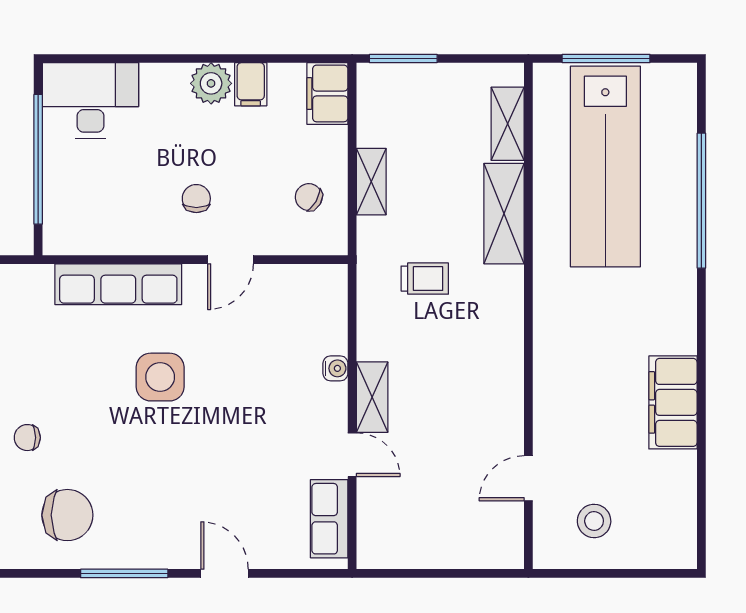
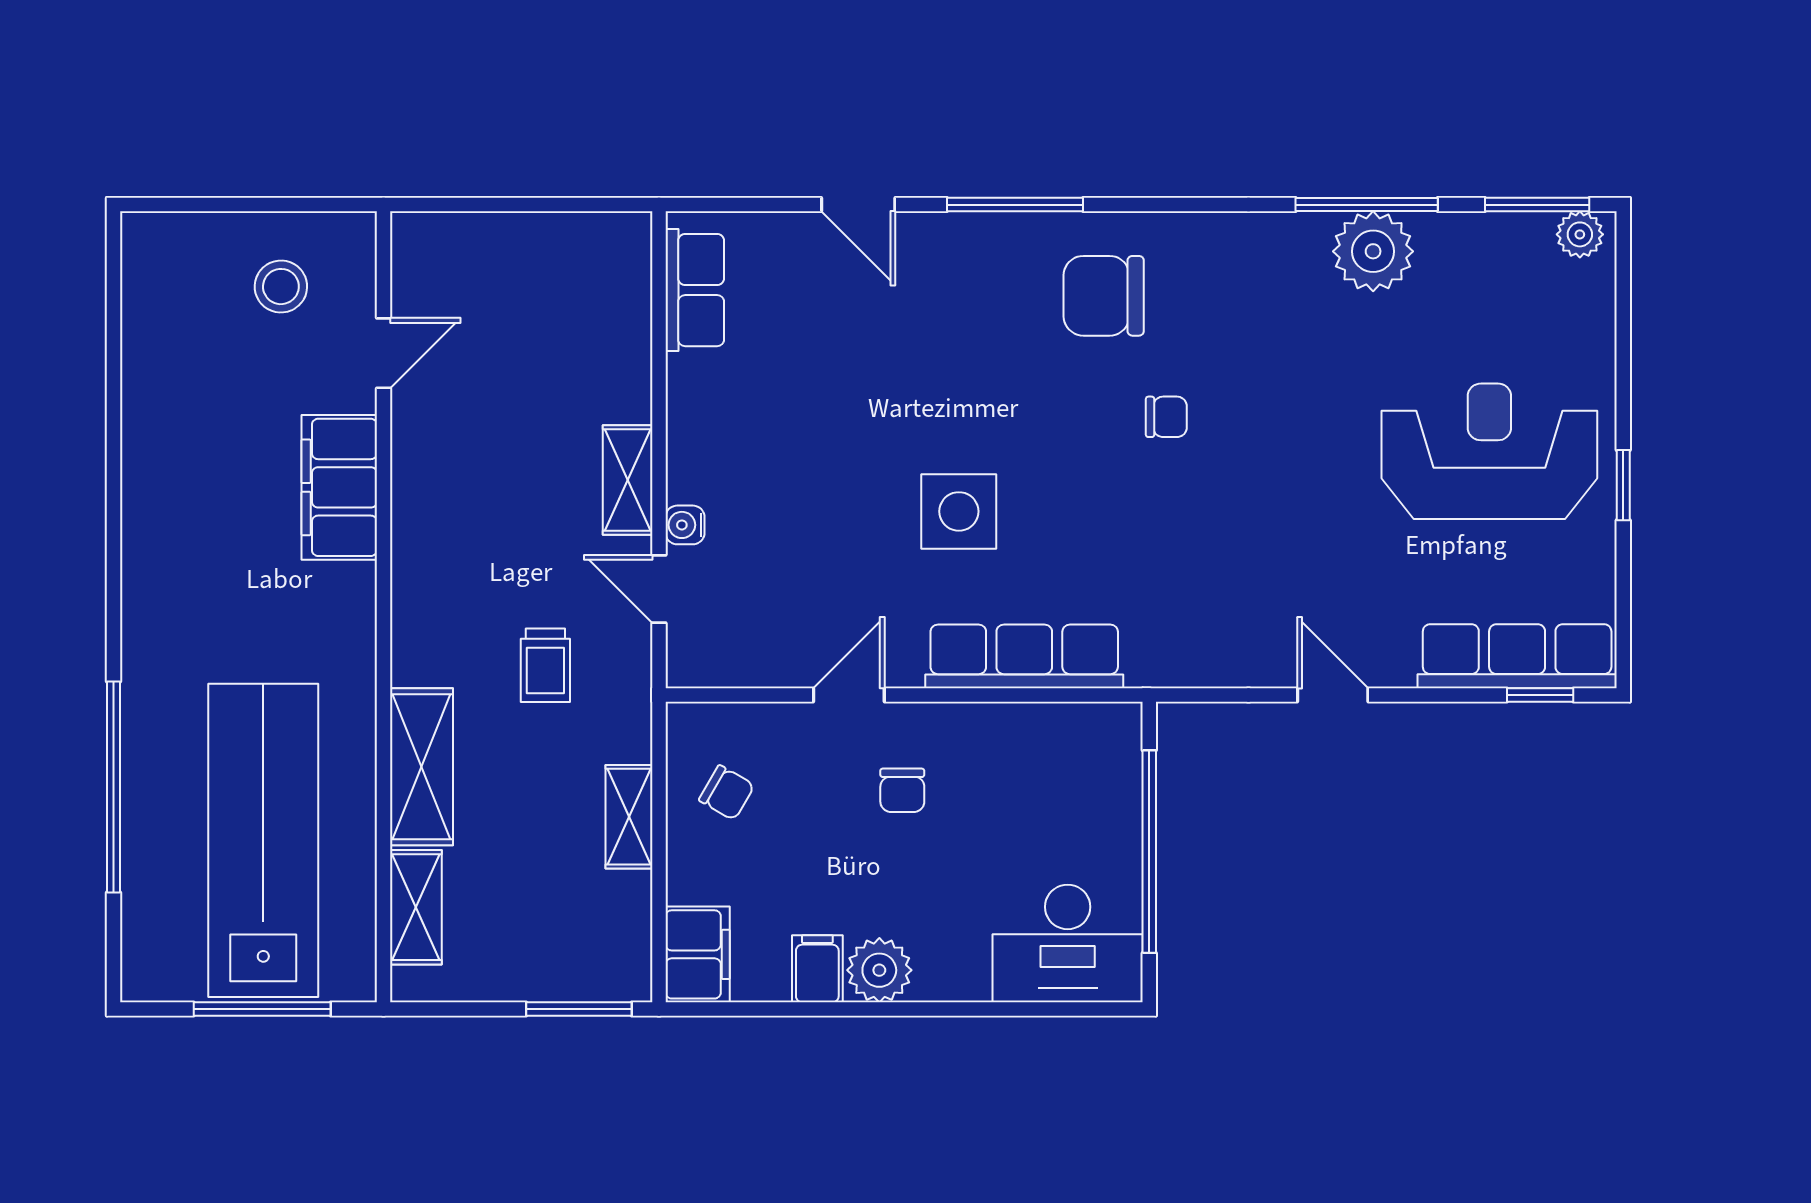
trolley: (425, 279) -> (545, 665), turned -90
filing cabinet: (673, 402) -> (339, 487), moved, turned 180
door: (352, 455) -> (659, 589), moved

